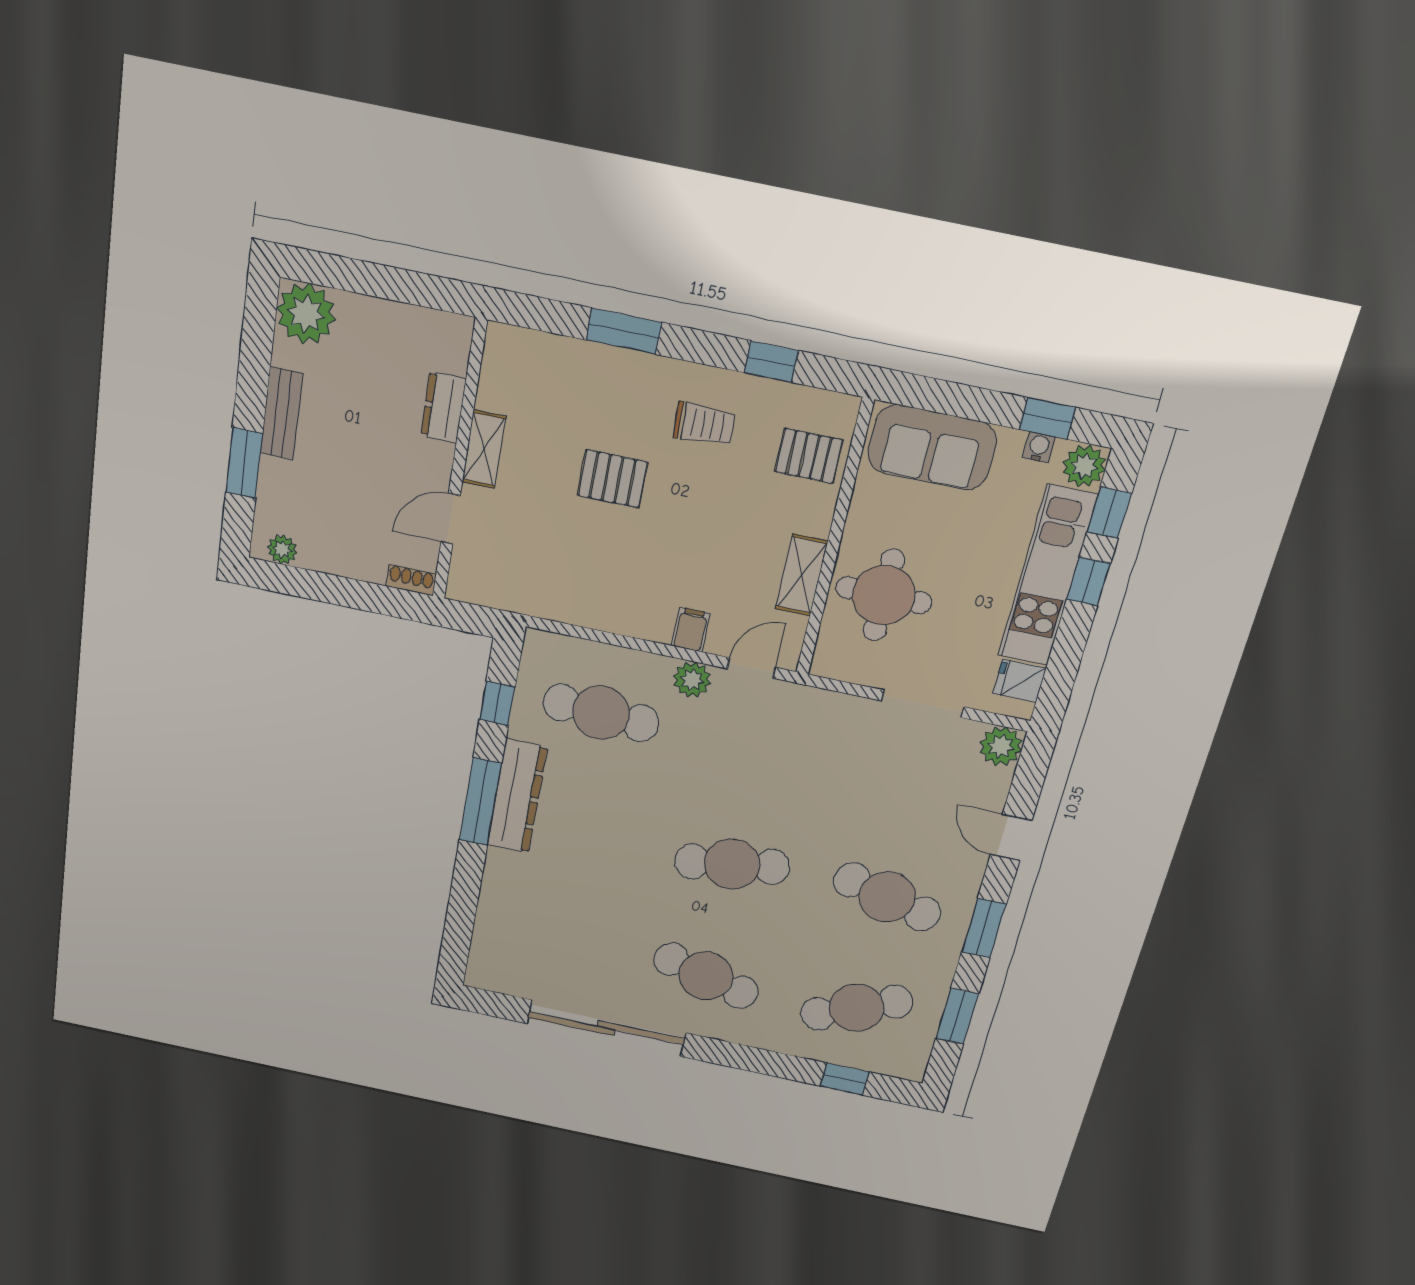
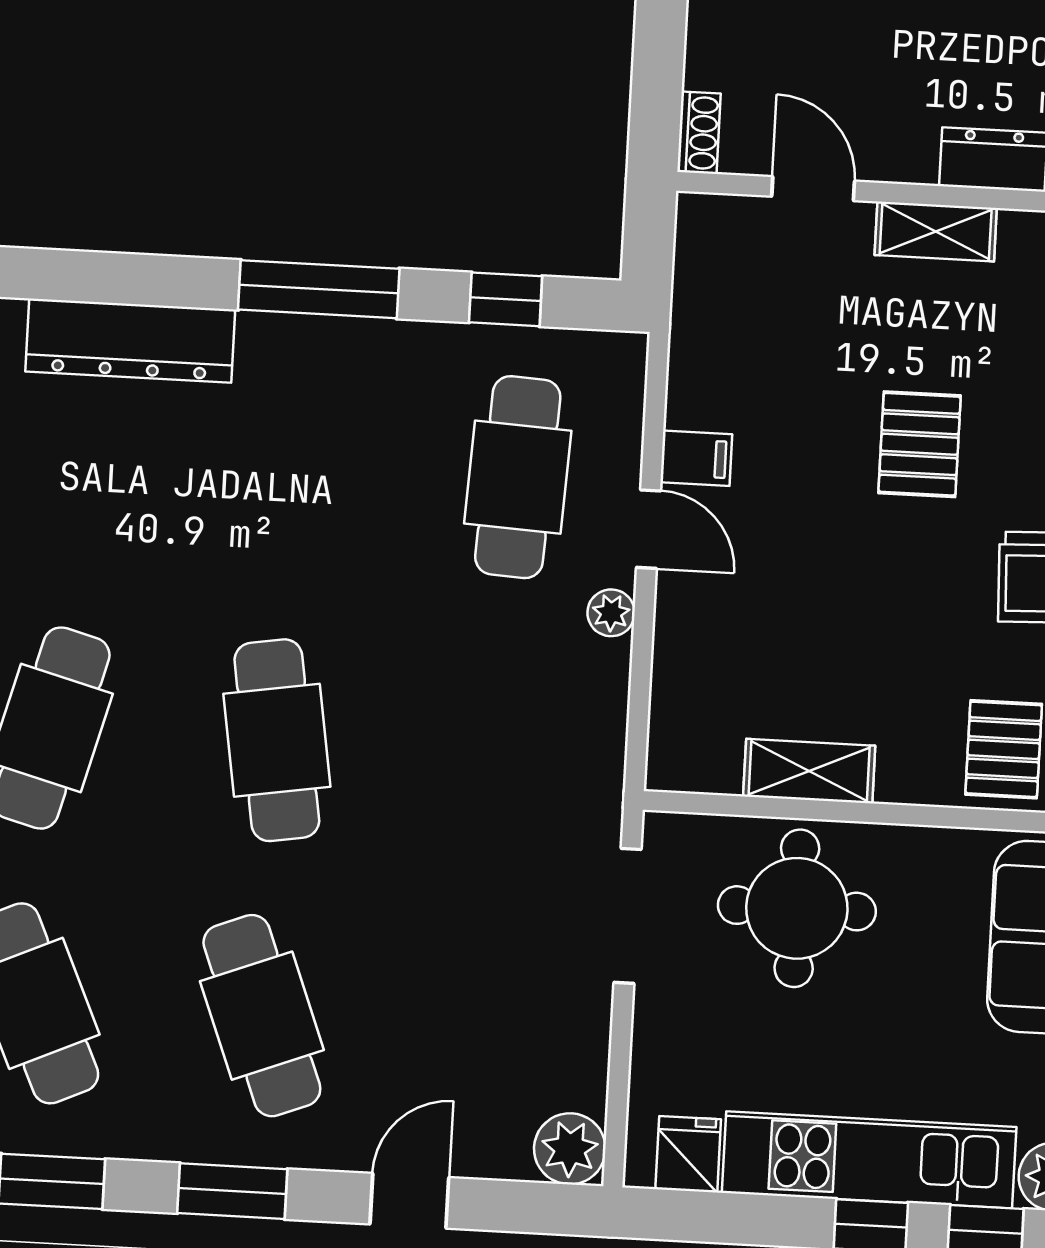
filing cabinet: (691, 630) -> (696, 458), moved
door: (751, 668) -> (648, 529), moved
plant: (692, 680) -> (611, 613), width x0.73, depth x0.73
doorway: (923, 704) -> (628, 916), moved
dresser: (517, 796) -> (130, 341), moved
cafe table: (887, 897) -> (262, 1016), turned -36

